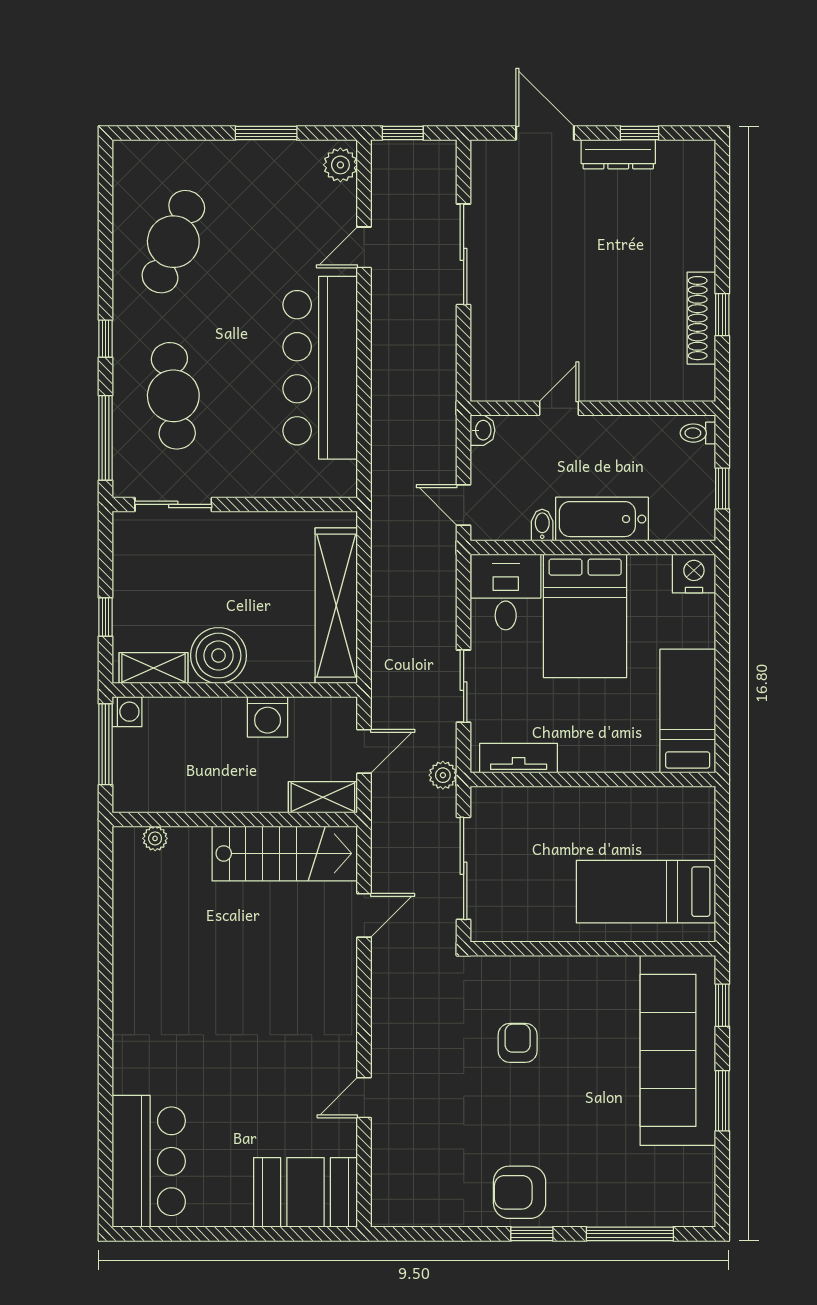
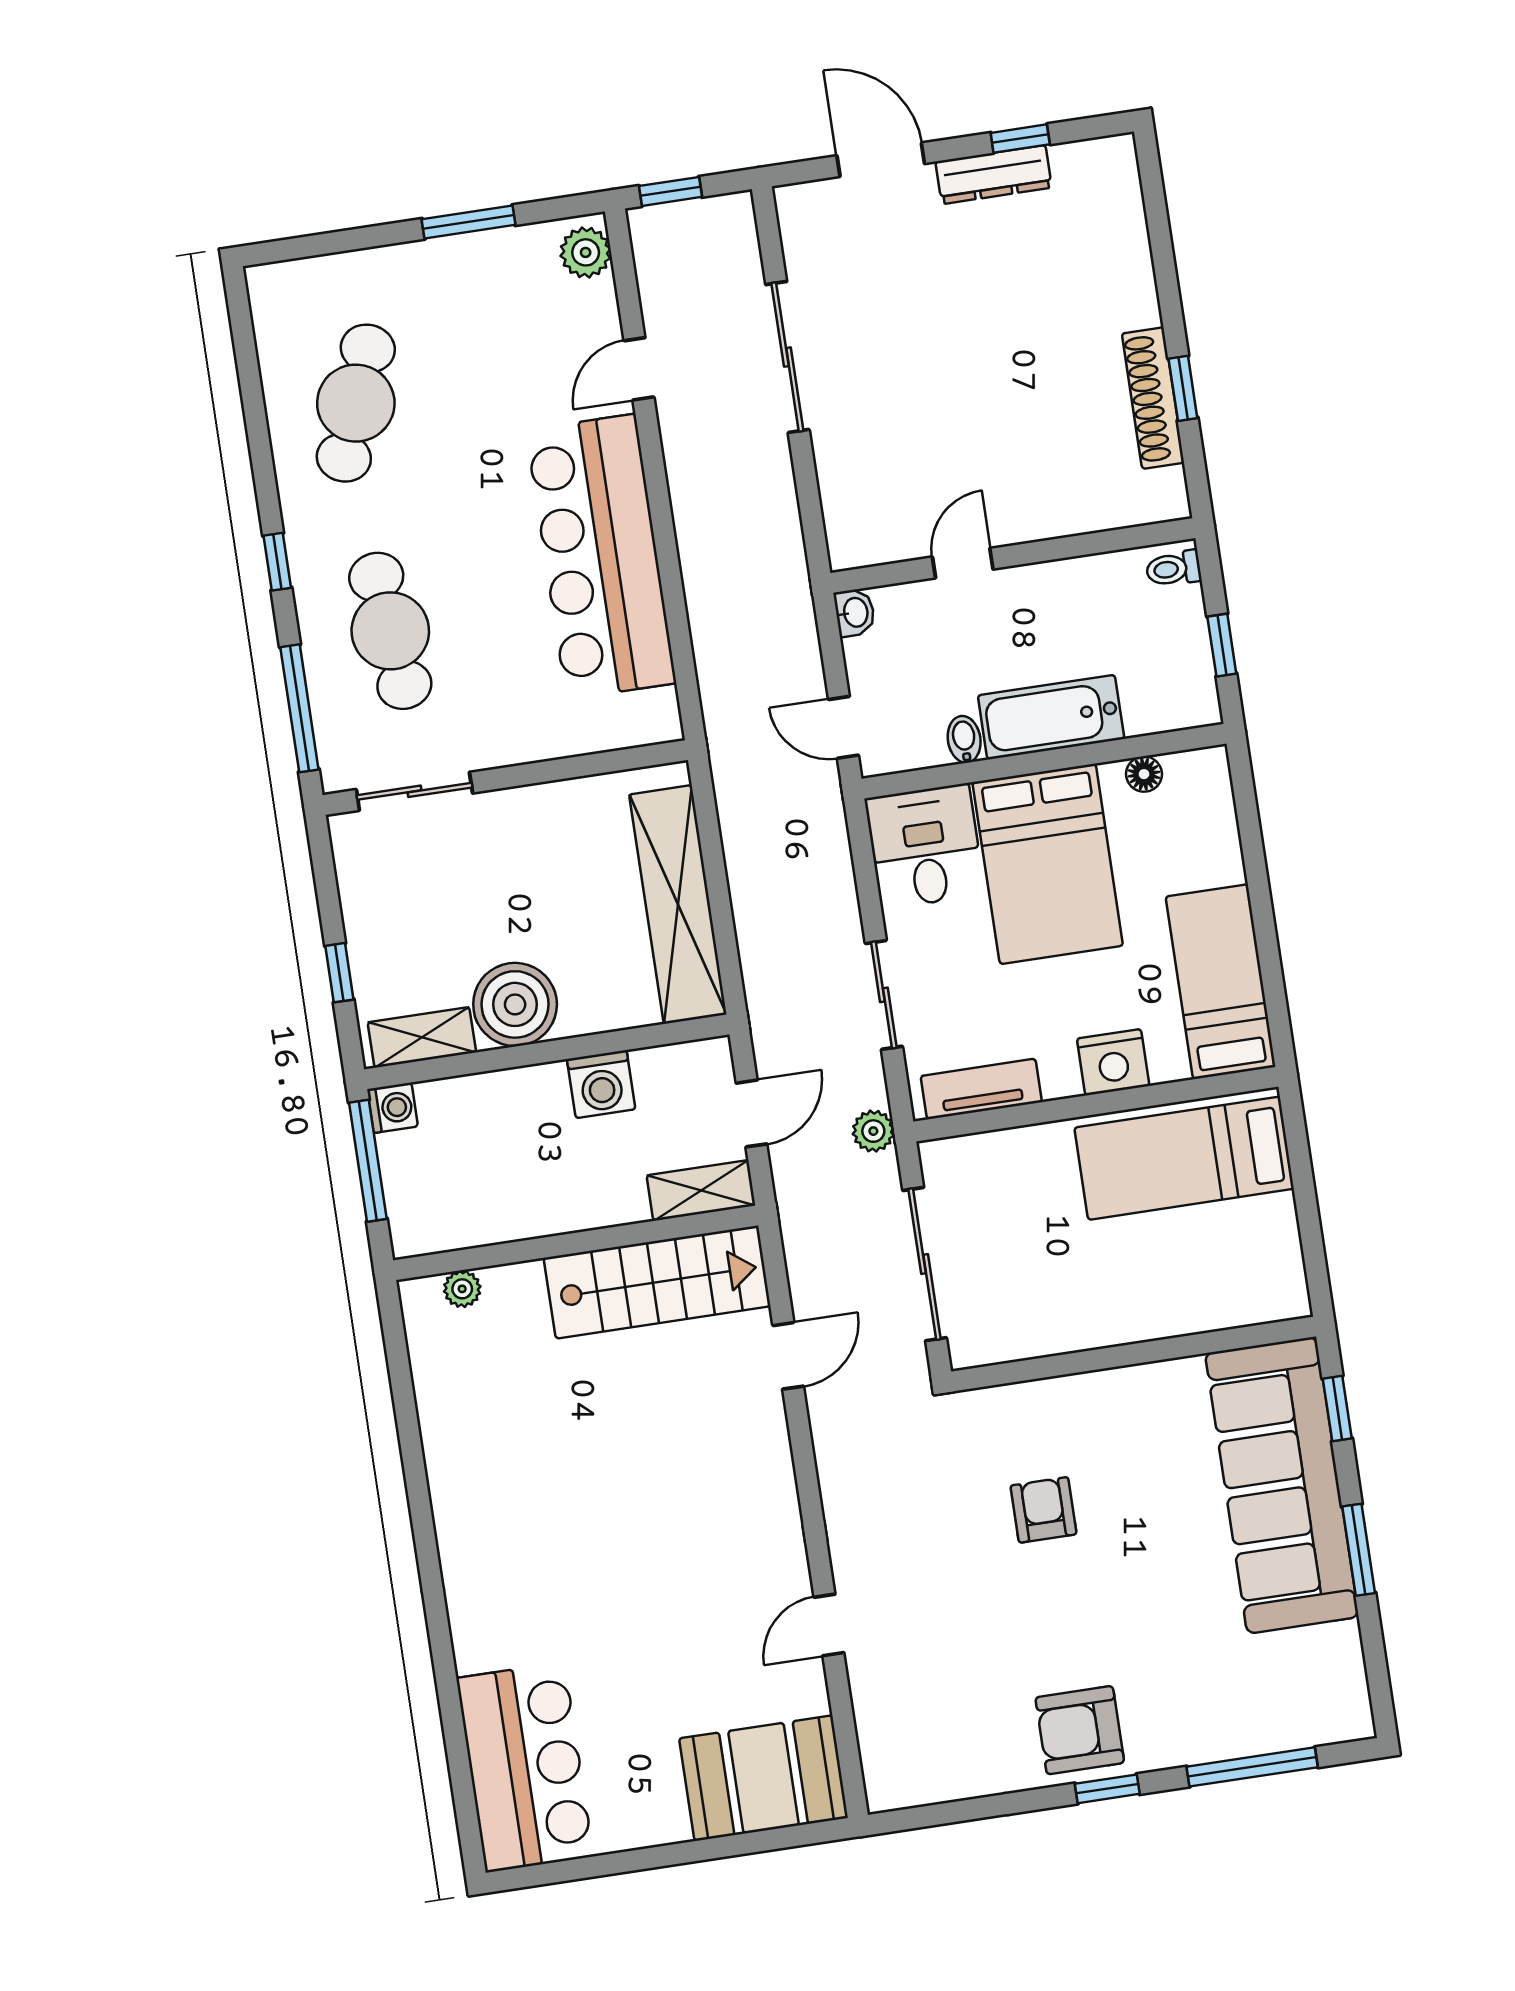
floor lamp: (658, 566) -> (1144, 774), added
nightstand: (694, 574) -> (1113, 1062), moved, turned 180
bed: (646, 892) -> (1184, 1158), moved

